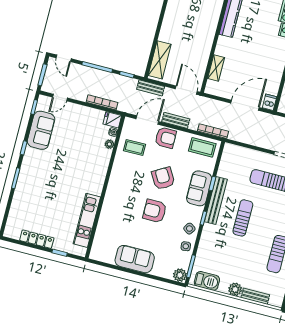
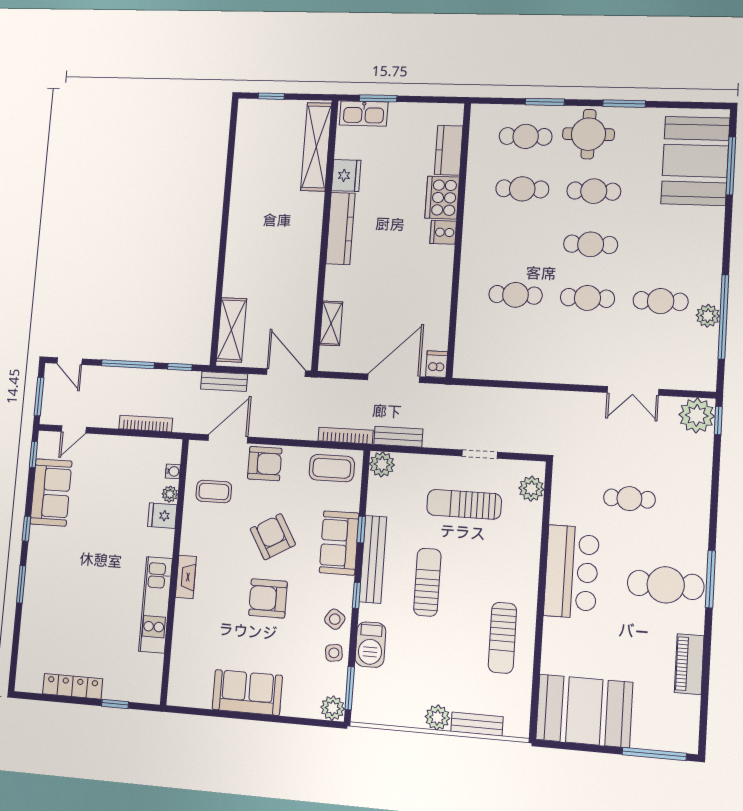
fridge: (112, 120) -> (162, 516), moved
bench: (176, 120) -> (398, 437), moved
plant: (230, 151) -> (382, 464), added
fireplace: (111, 191) -> (186, 577), added
kitchen unit: (87, 220) -> (156, 605), moved
barbecue: (207, 281) -> (370, 645), moved, turned 90

